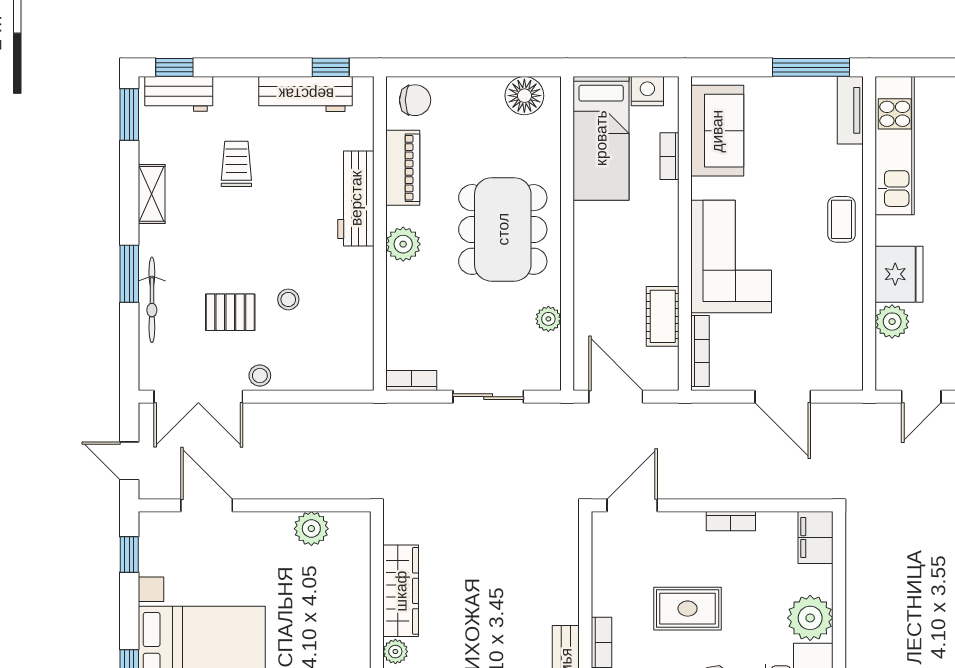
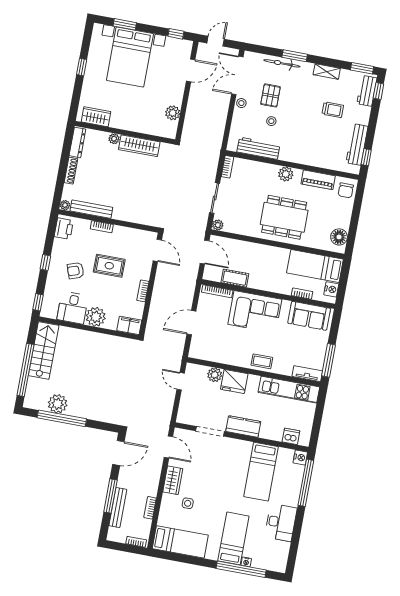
workbench: (356, 198) -> (258, 148), moved
plant: (548, 319) -> (218, 225), moved
door: (616, 397) -> (205, 252), hinge flipped
rug: (688, 609) -> (109, 266), turned 90

